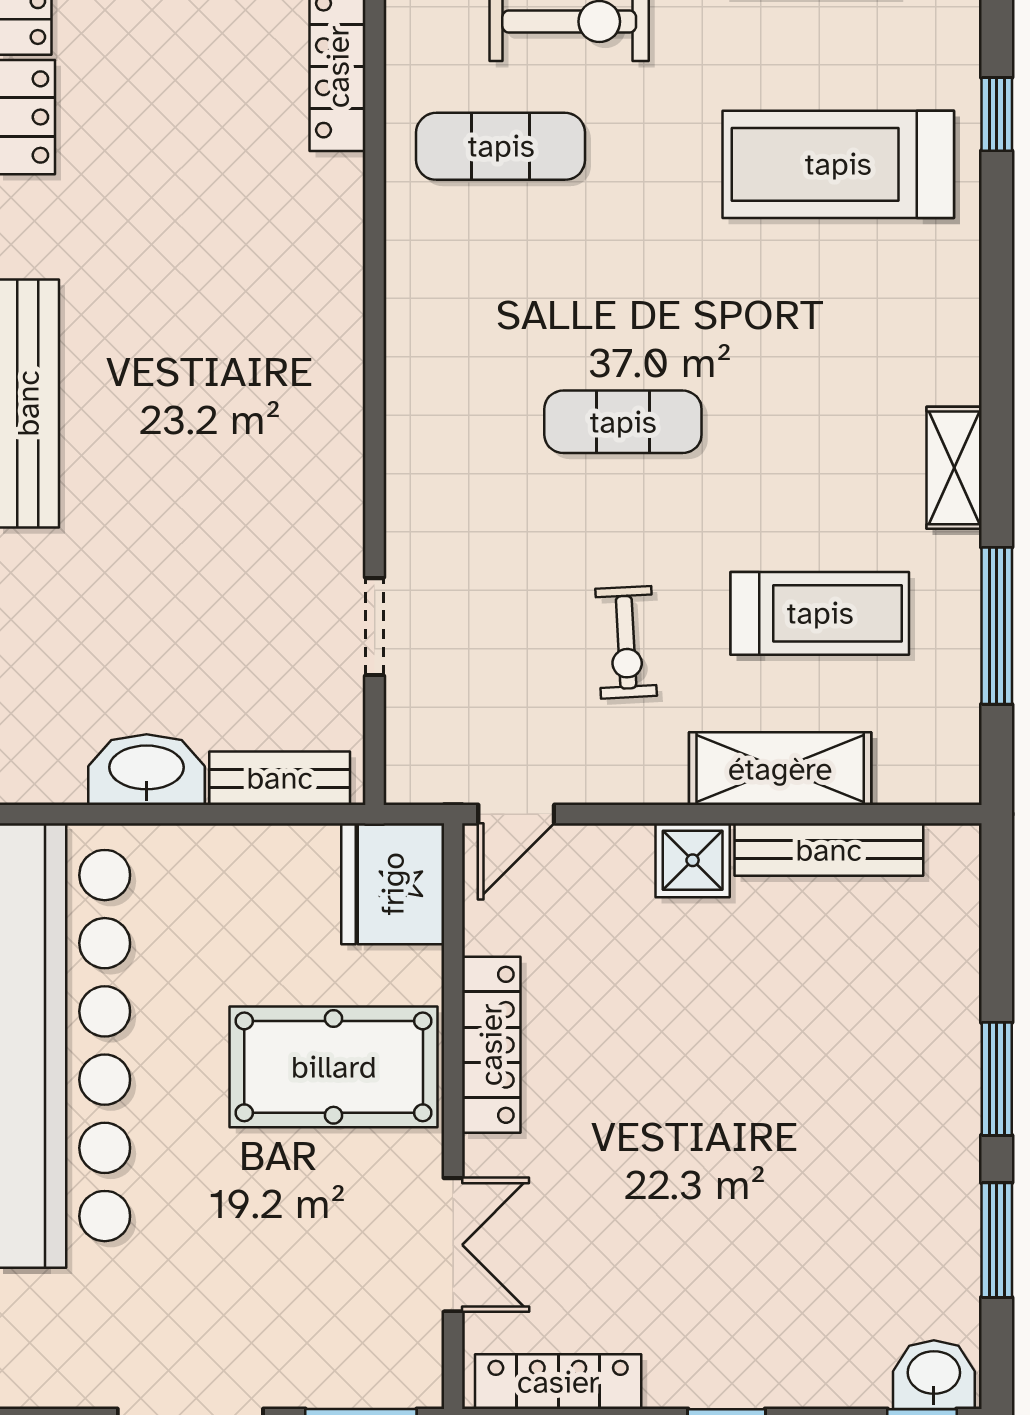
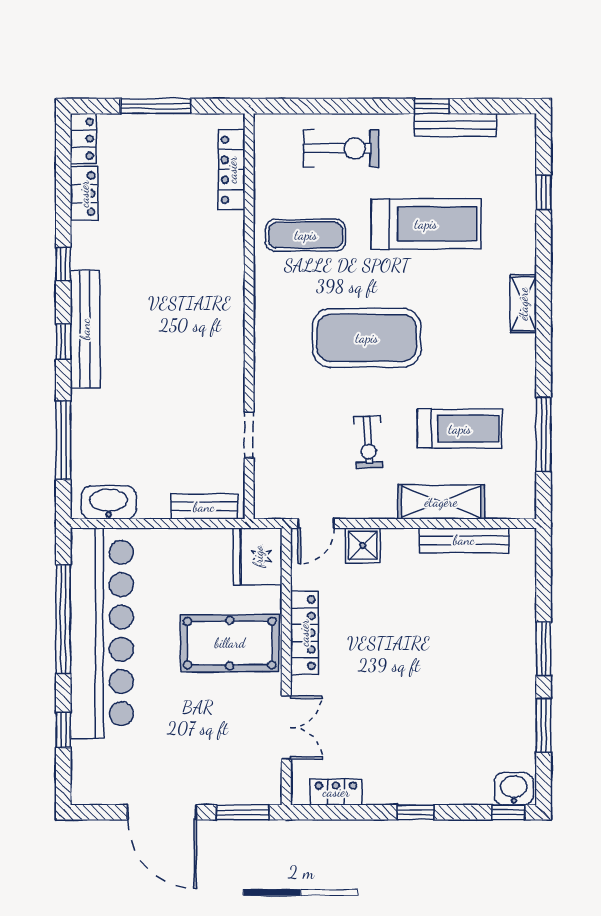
exercise mat: (501, 146) -> (306, 235), moved
treadmill: (838, 164) -> (426, 224), moved, turned 180
exercise mat: (623, 422) -> (367, 338), width x2.00, depth x1.45
shelving: (954, 468) -> (523, 304), moved
washbasin: (147, 770) -> (109, 502), moved
shower: (693, 860) -> (363, 545), moved
locker: (558, 1382) -> (336, 792), width x0.66

